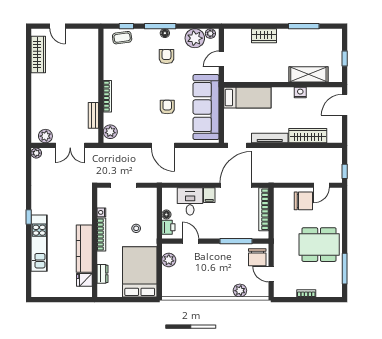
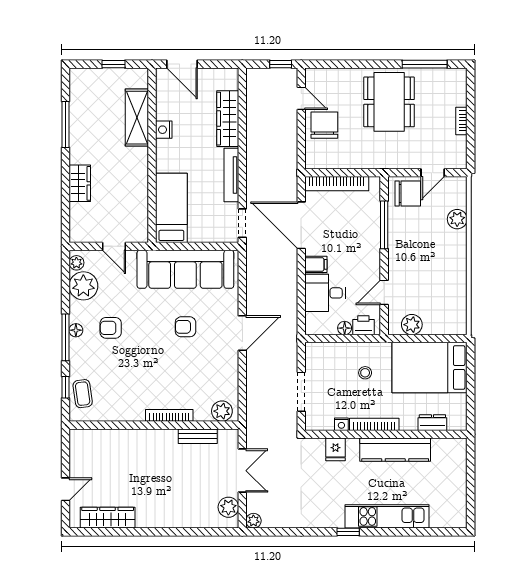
fridge: (84, 280) -> (335, 449), moved

